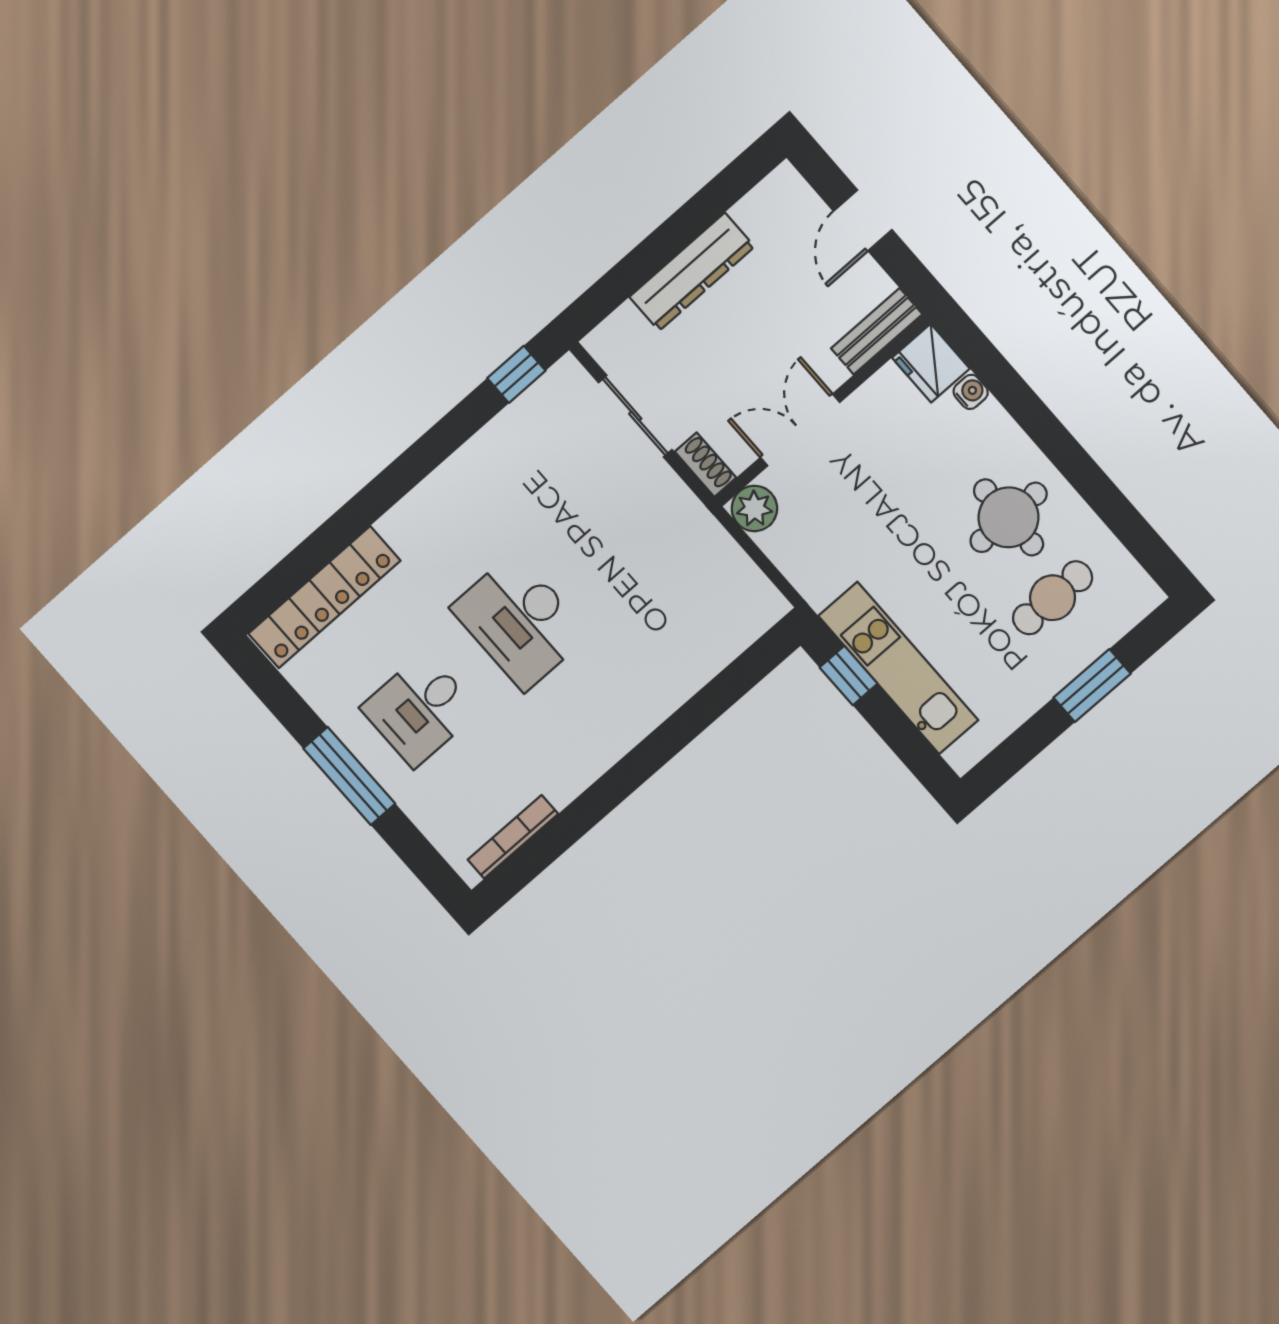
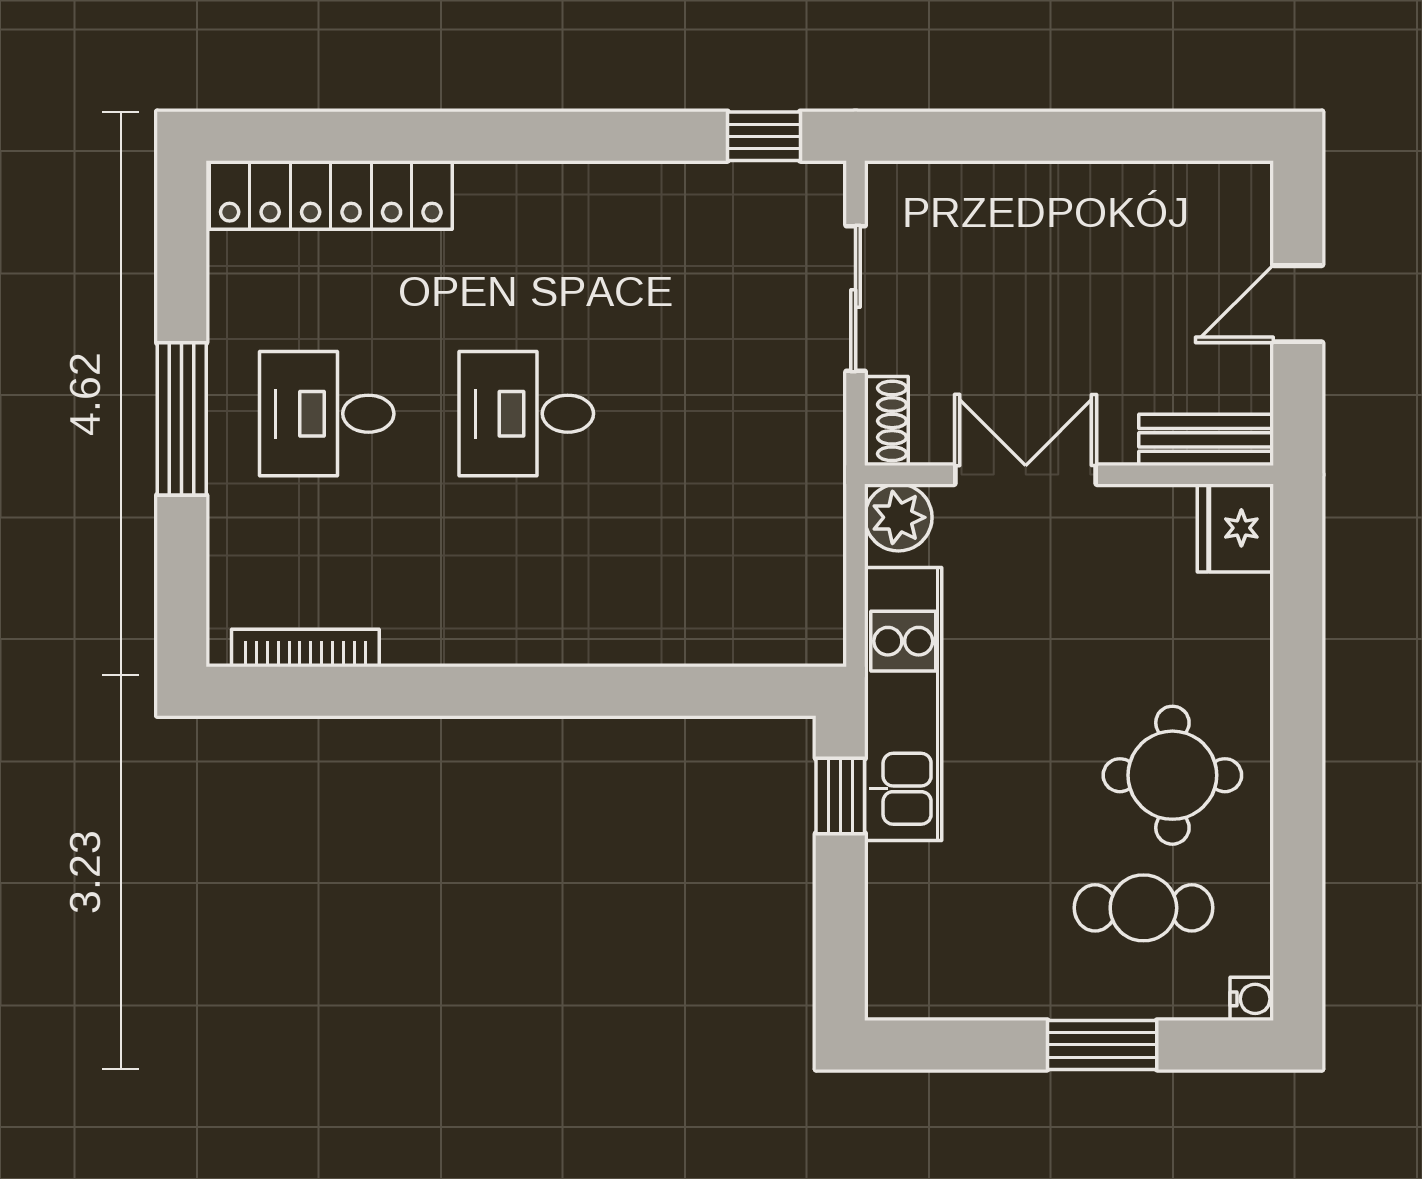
dresser: (692, 272) -> (1059, 194), removed
water cooler: (971, 392) -> (1252, 999), moved
desk: (520, 621) -> (526, 414), width x0.73
kitchen unit: (898, 668) -> (903, 704), moved

